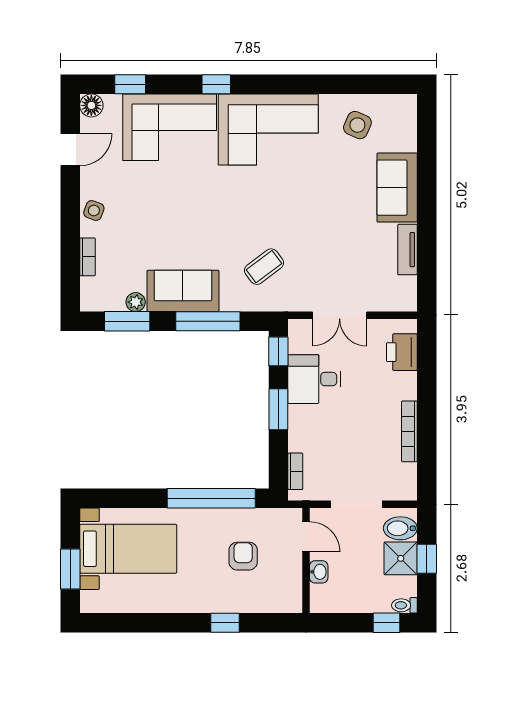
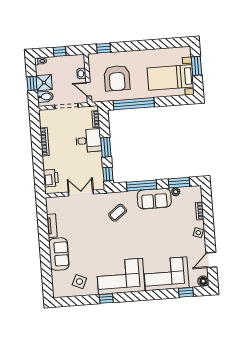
window: (216, 84) -> (106, 298), moved
desk: (314, 379) -> (89, 141), moved
armchair: (243, 556) -> (117, 78), width x1.88, depth x1.88
window: (225, 623) -> (104, 48), moved
window: (386, 623) -> (60, 52), moved

